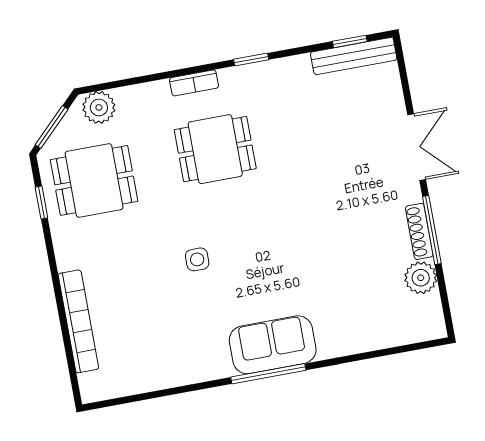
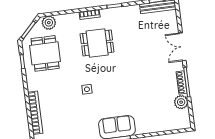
double door: (417, 147) -> (182, 47), swing flipped
dining table: (94, 180) -> (45, 53), turned 90

